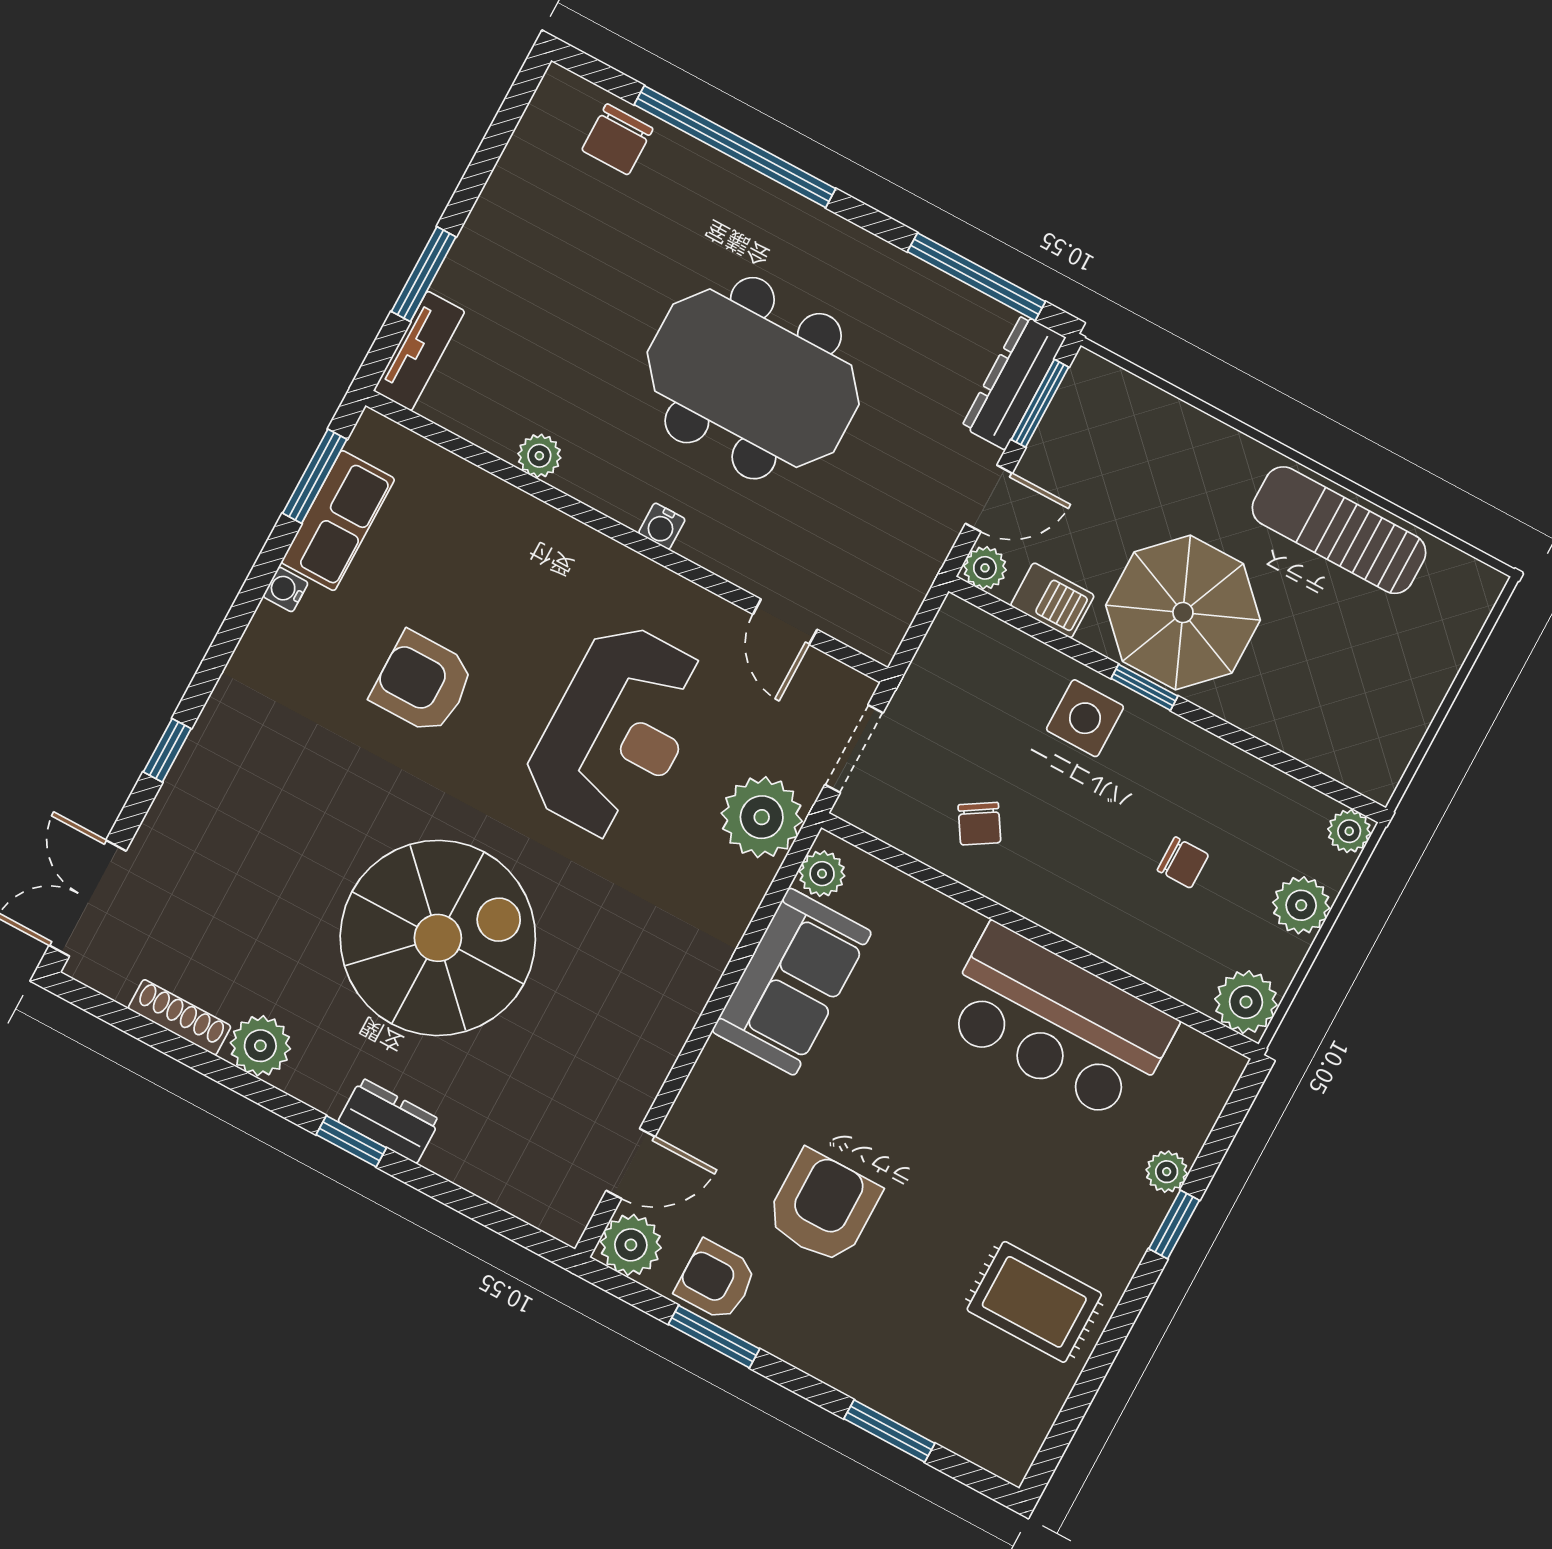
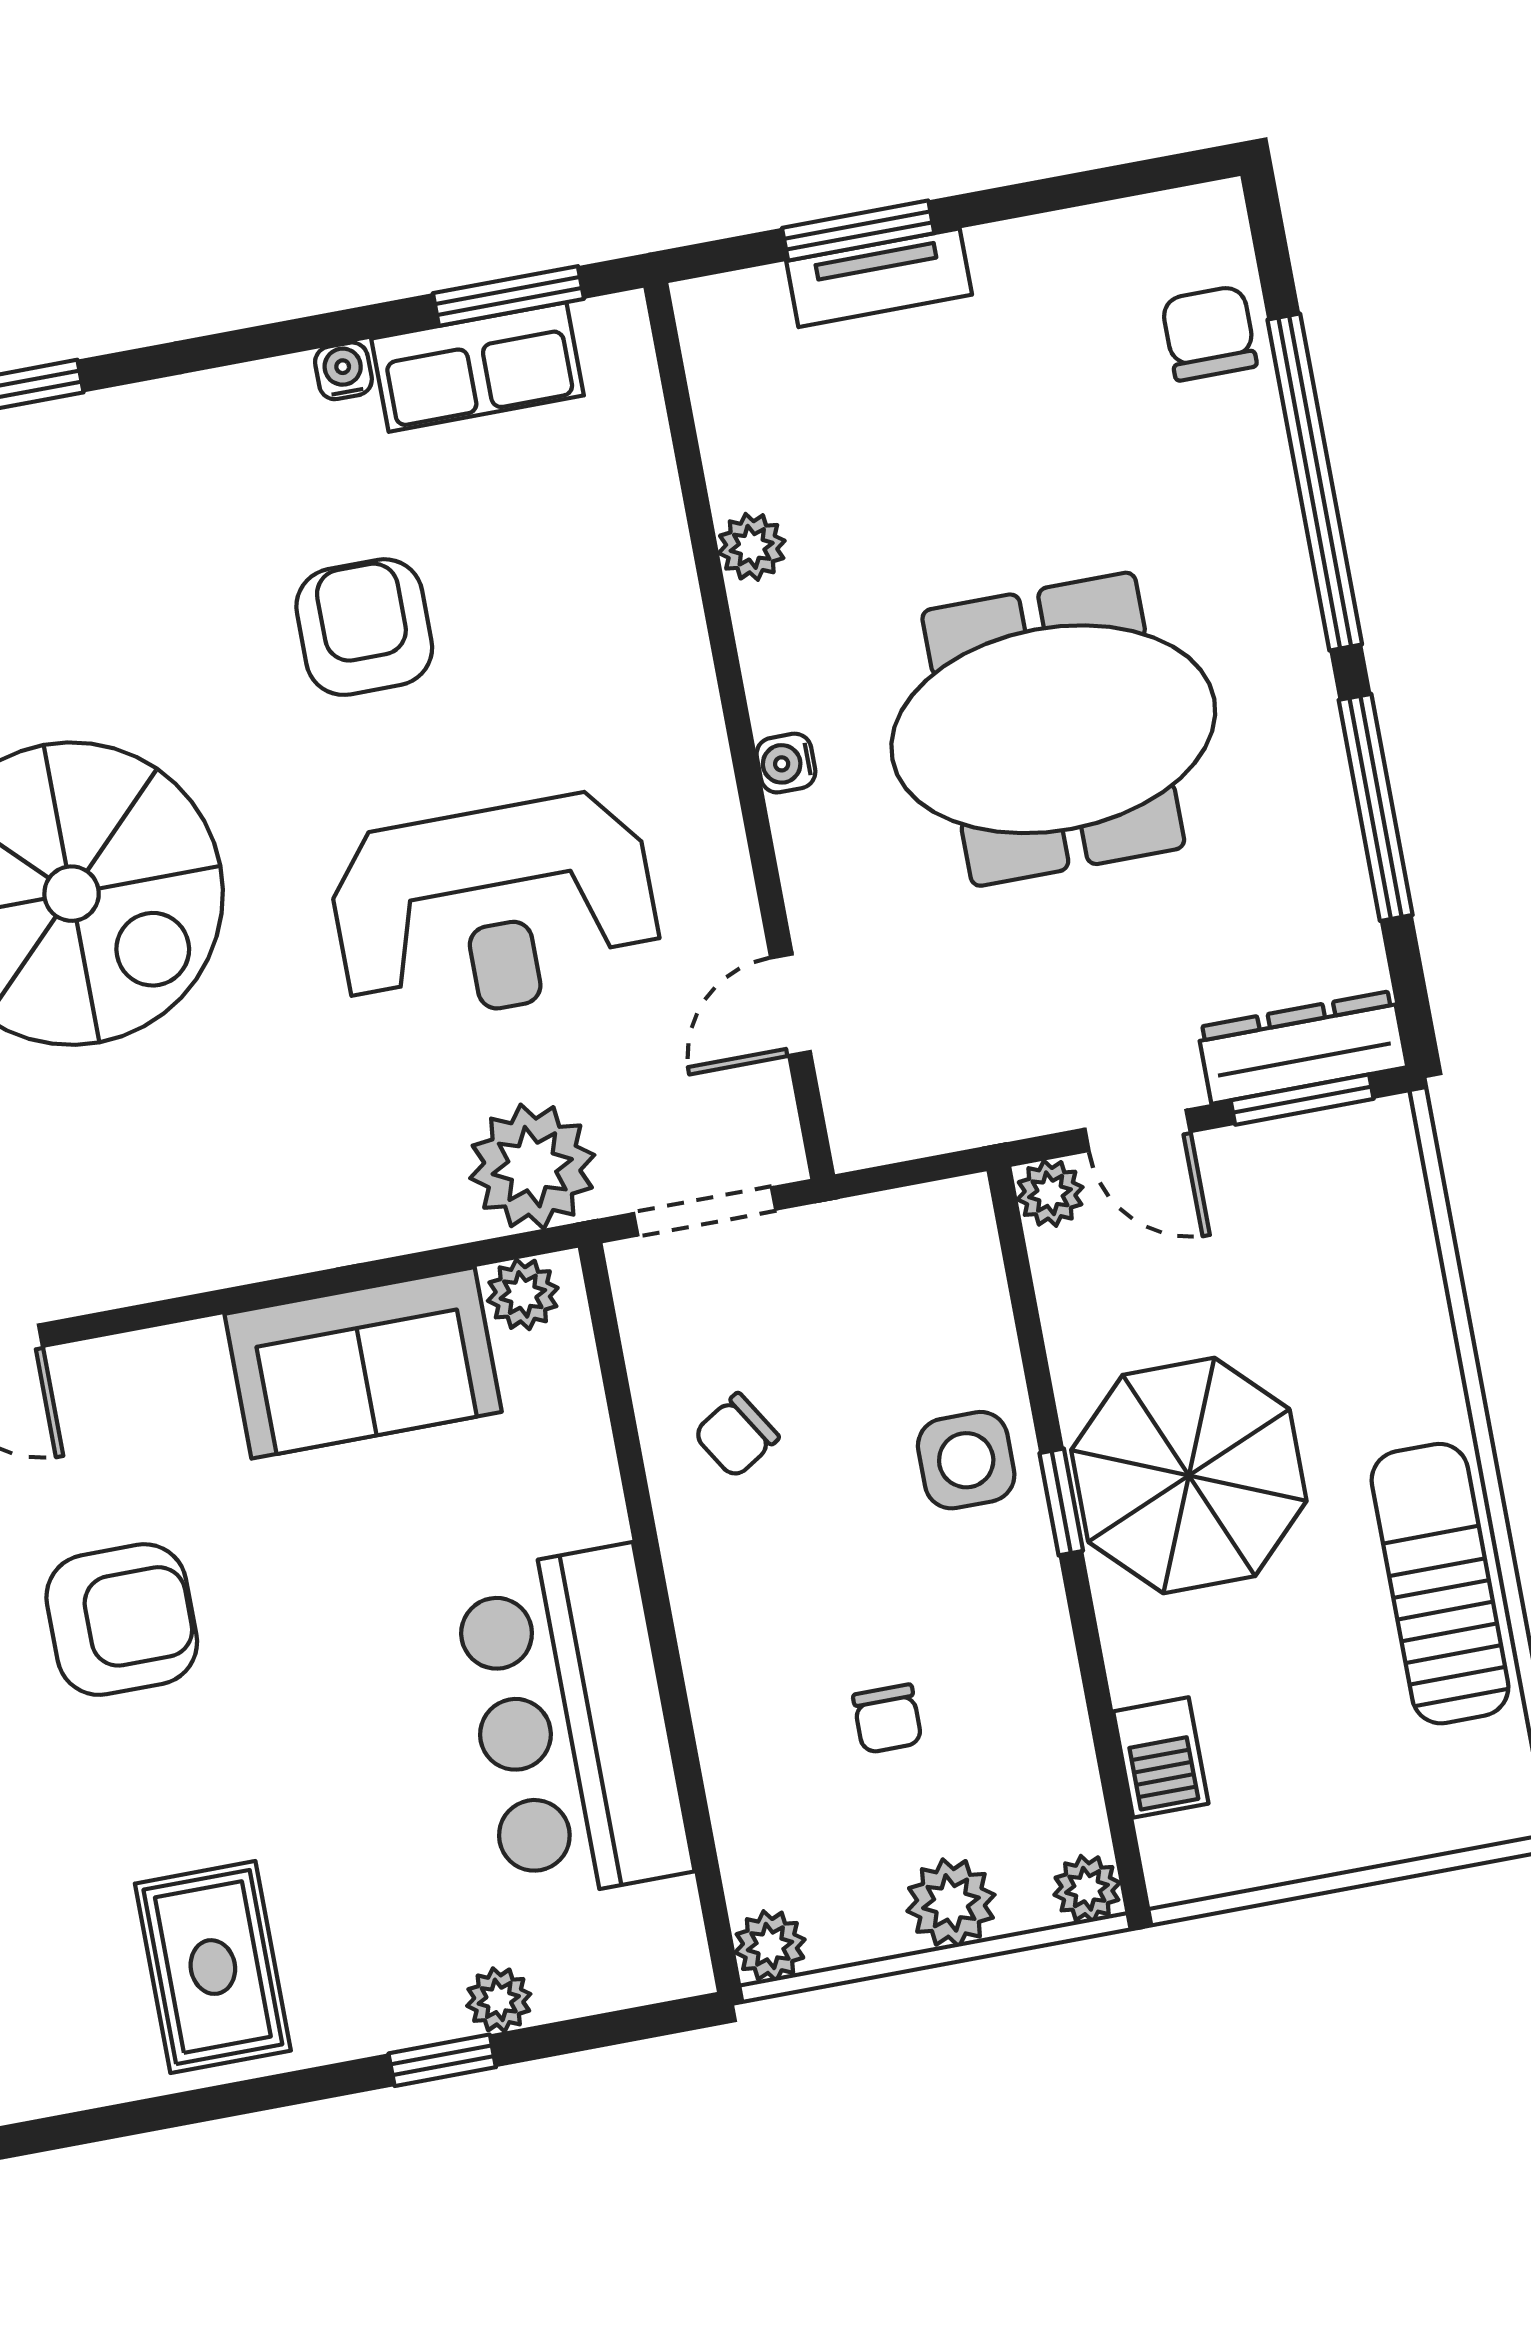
chair: (617, 139) -> (1209, 333), turned 90
window: (976, 277) -> (1376, 807), moved
tv unit: (419, 351) -> (879, 278), moved
meeting table: (753, 378) -> (1053, 729), turned 90
barbecue: (1052, 600) -> (1161, 1757), moved
plant: (1246, 1002) -> (770, 1946), width x0.73, depth x0.73

